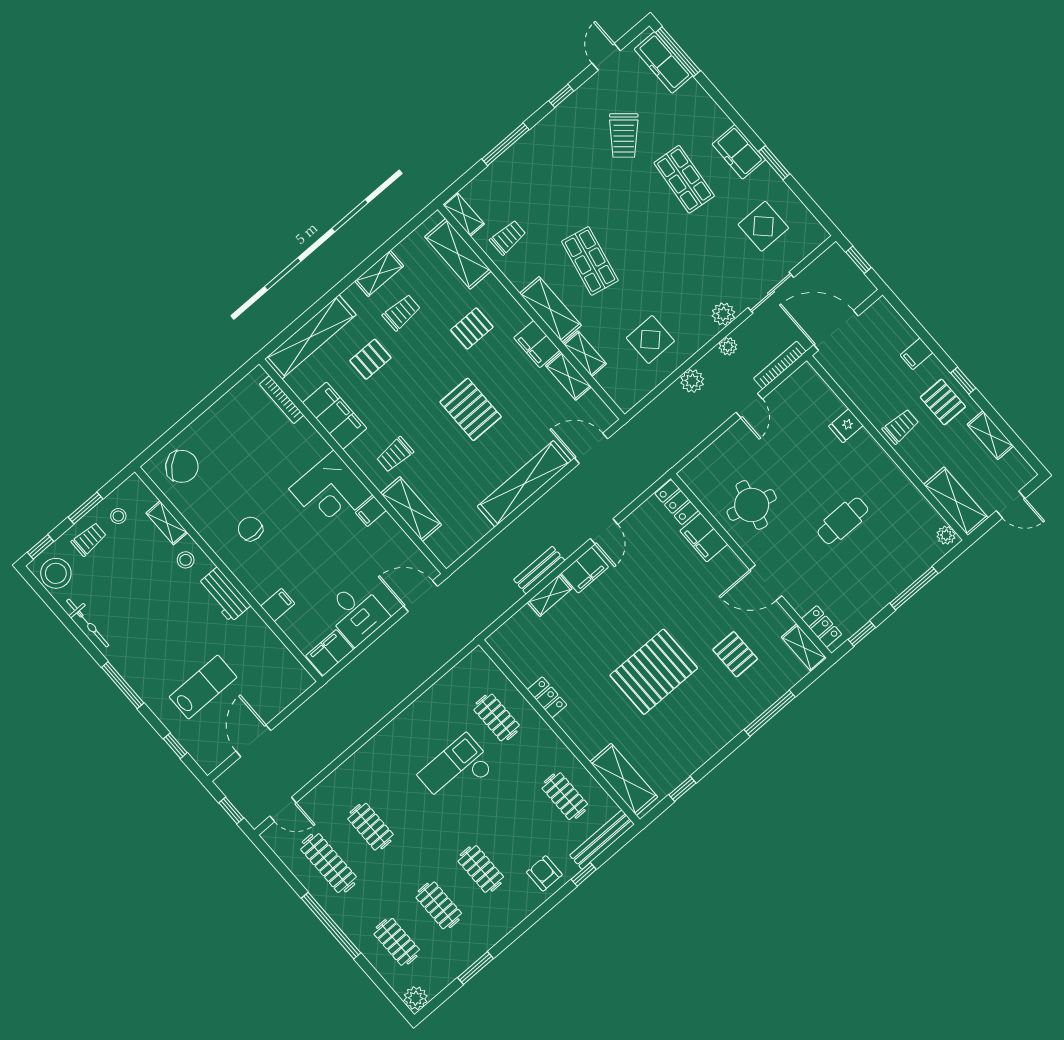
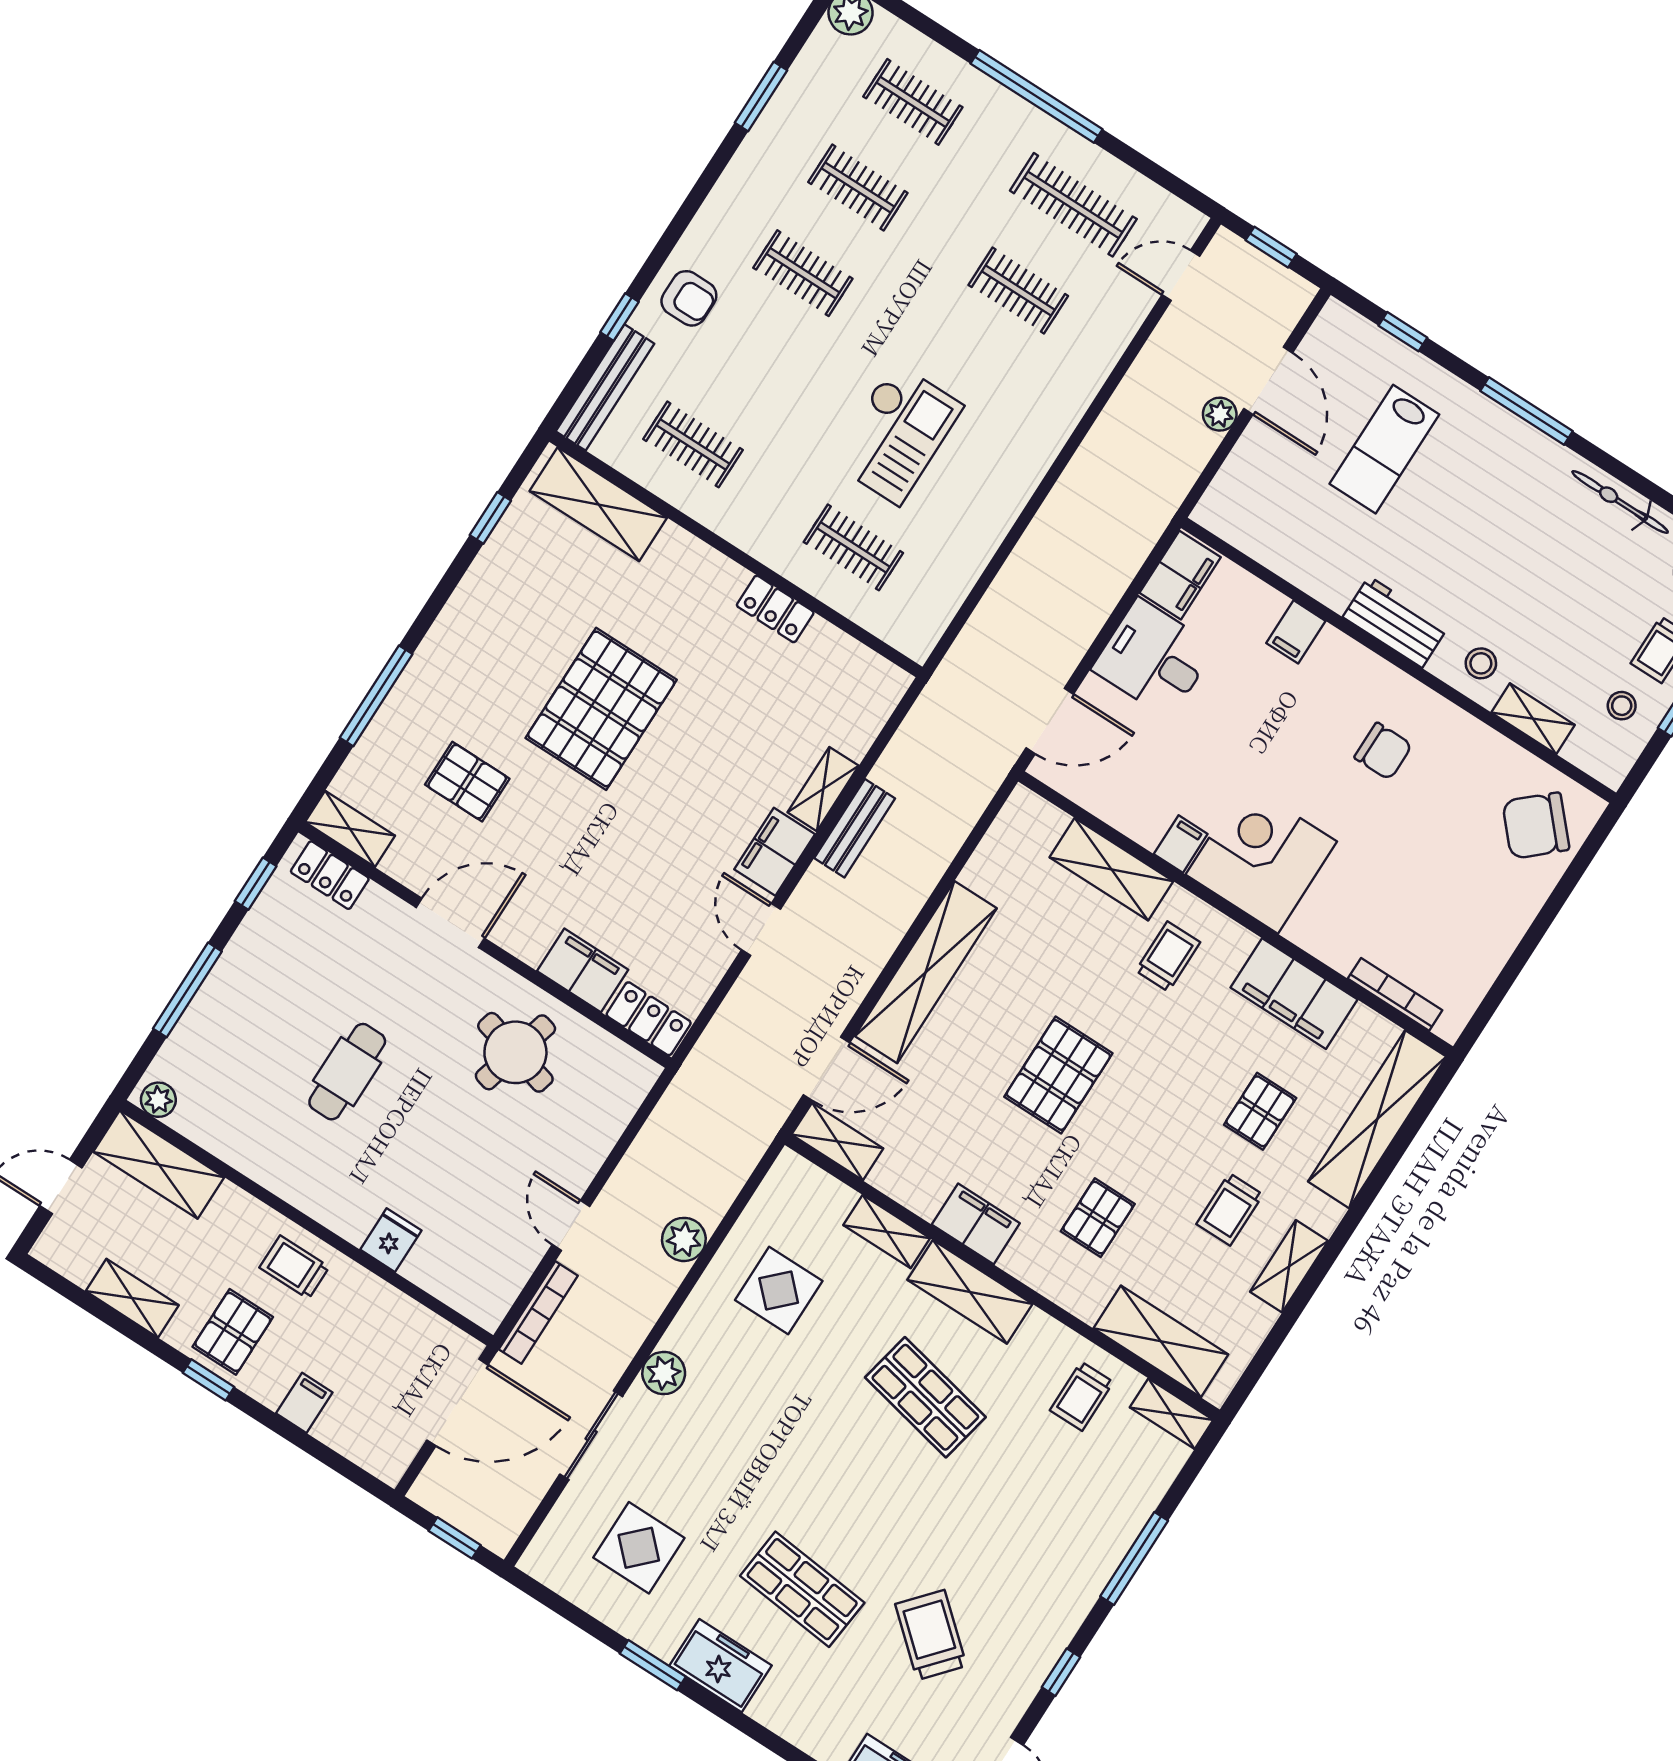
plant: (728, 346) -> (1220, 414), moved
shelving: (568, 376) -> (837, 1141), moved
pallet: (943, 402) -> (233, 1332), turned 90
pallet: (471, 409) -> (1058, 1075), turned 90
trolley: (901, 426) -> (294, 1267), turned 90

